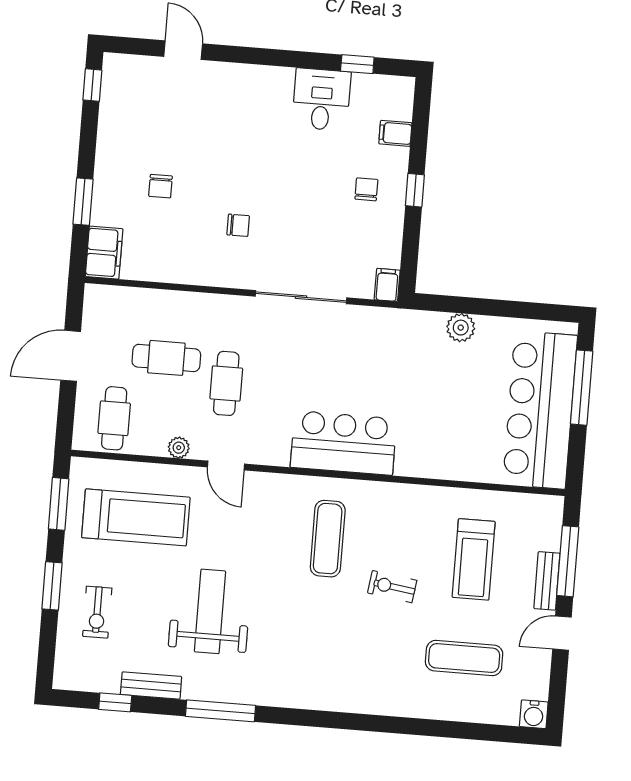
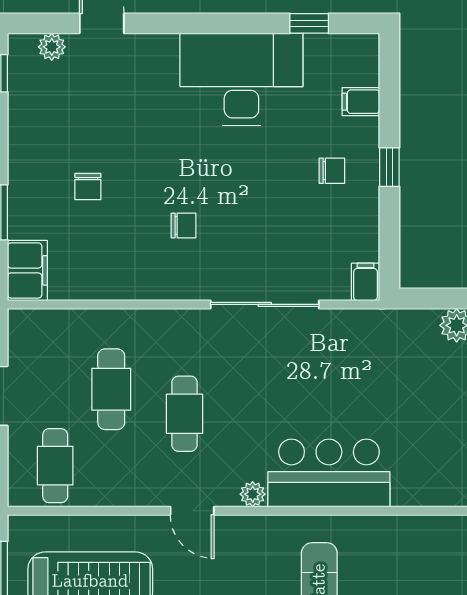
plant: (140, 66) -> (52, 47), added
desk: (321, 99) -> (241, 79), width x1.87, depth x1.30
chair: (366, 189) -> (332, 171), turned 90
cafe table: (166, 358) -> (111, 389), turned 90
plant: (179, 448) -> (253, 494), moved

